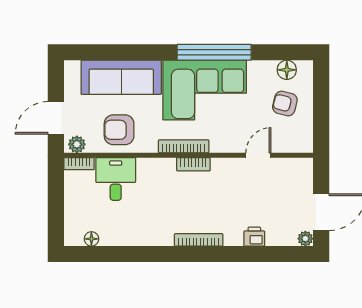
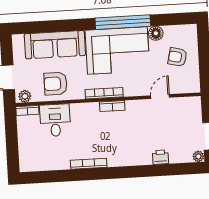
floor lamp: (287, 70) -> (156, 33), moved
floor lamp: (91, 239) -> (40, 166), removed
bookcase: (199, 240) -> (89, 164), moved

